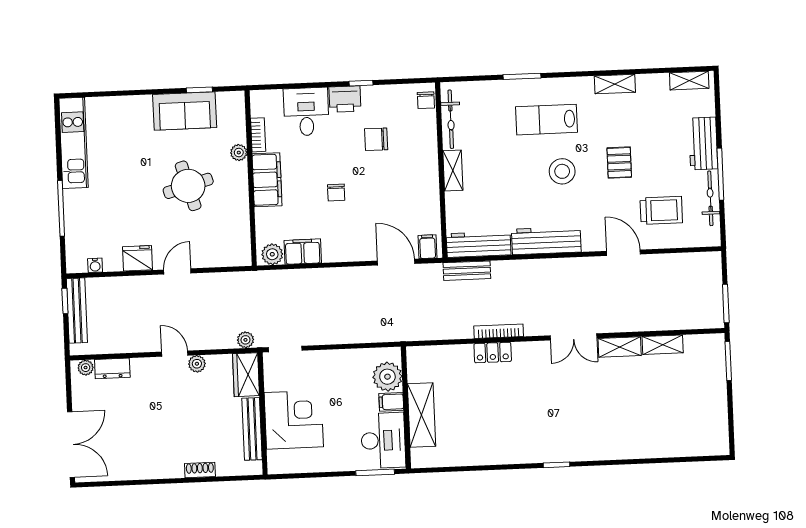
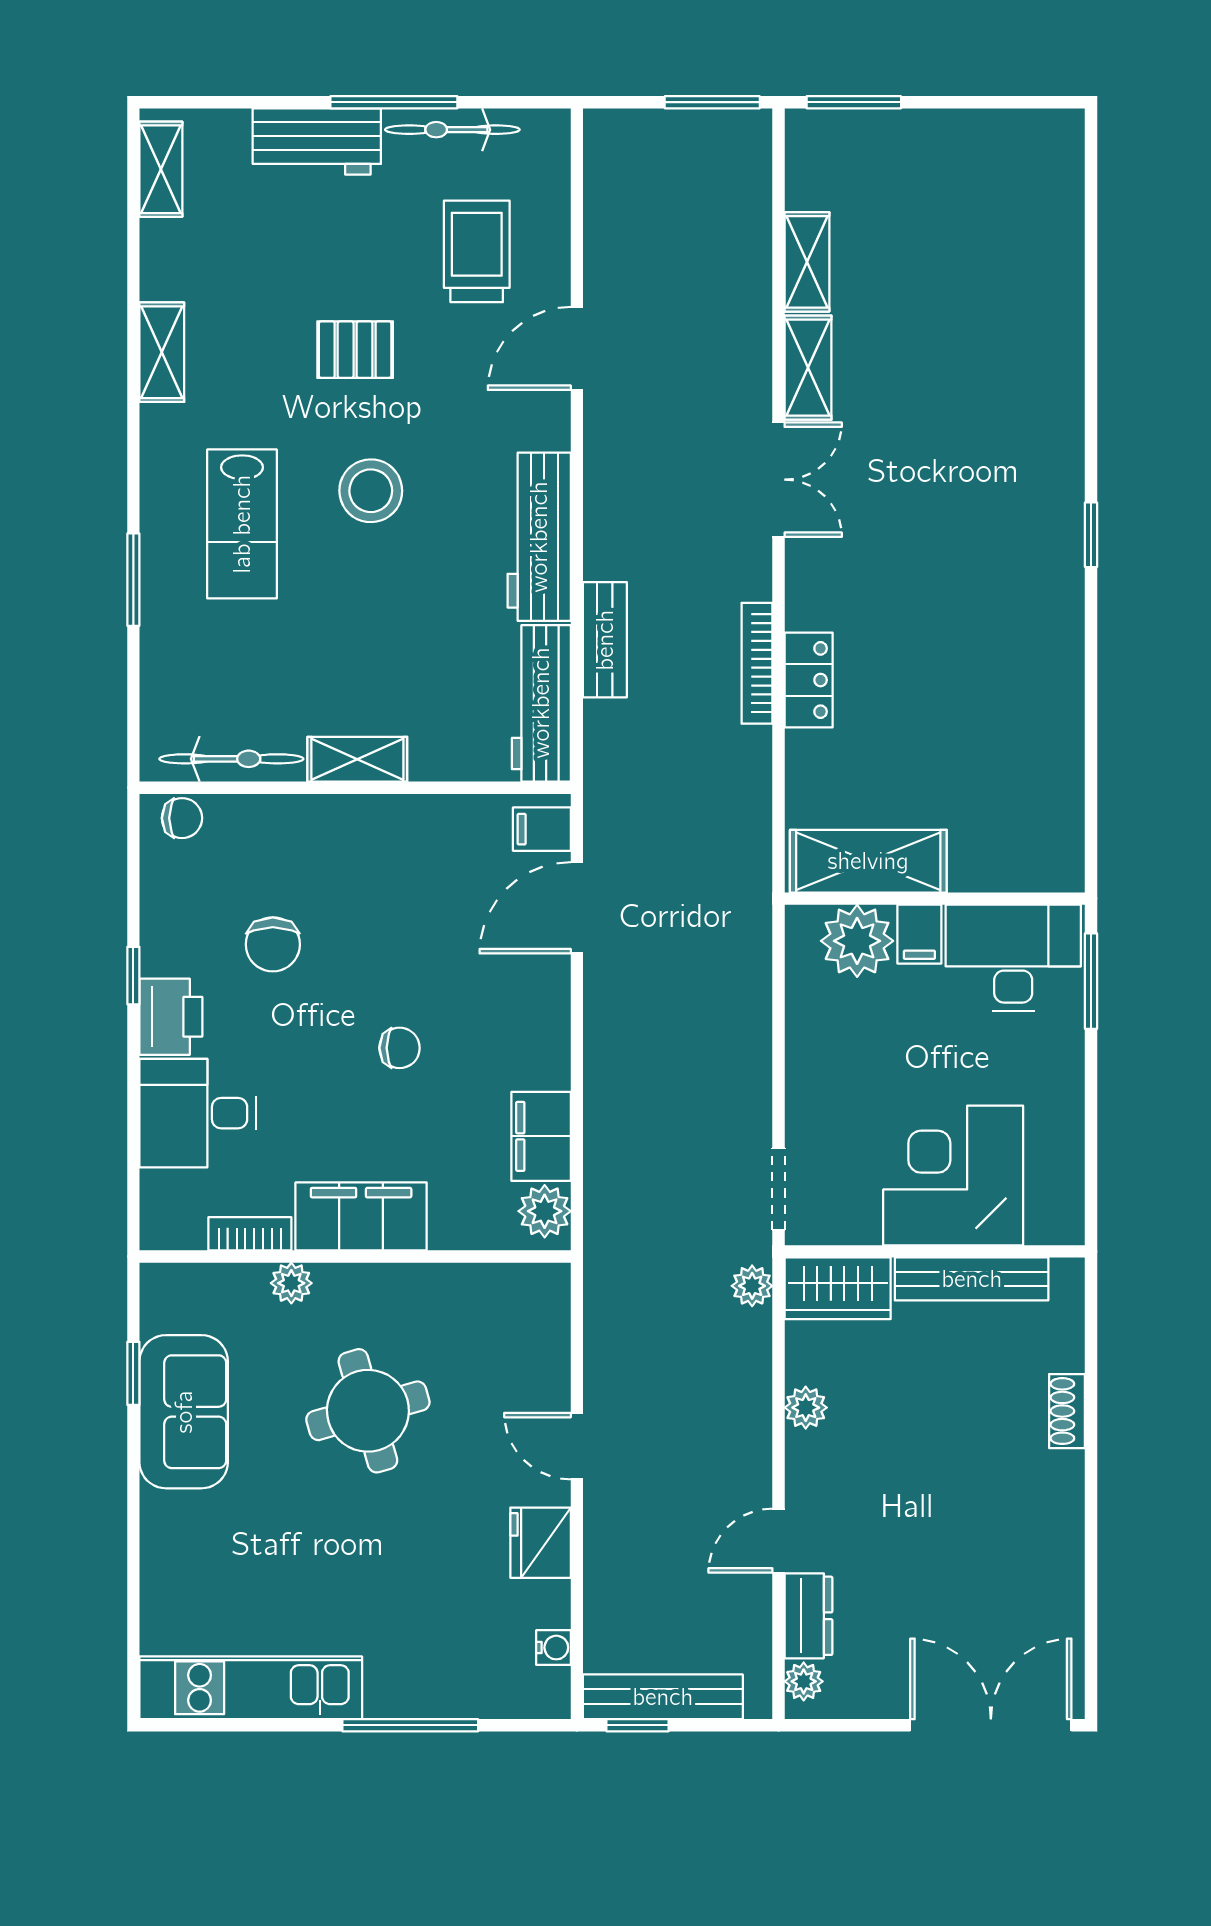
bench: (467, 271) -> (605, 640), moved
door: (175, 354) -> (779, 1541), moved
shelving: (422, 415) -> (868, 861), moved

